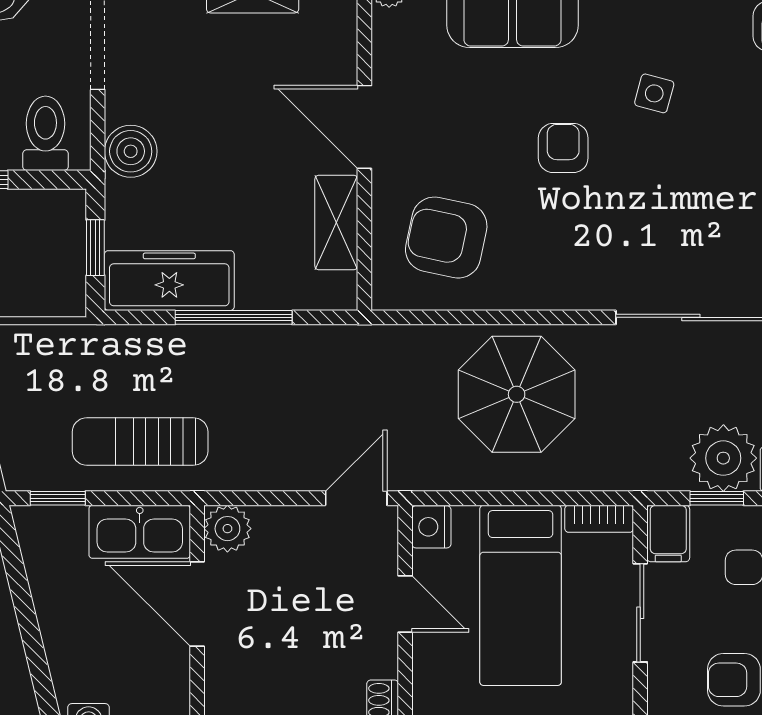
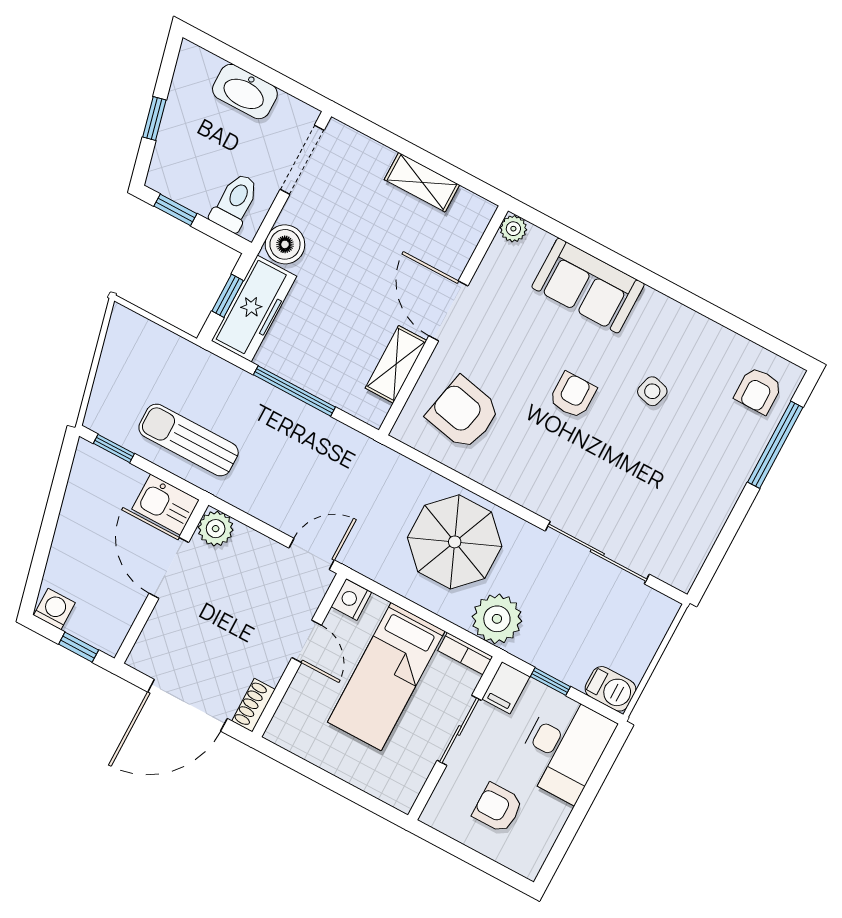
freezer: (169, 281) -> (254, 308), moved, turned 90
plant: (723, 458) -> (497, 619), moved
kitchen sink: (140, 532) -> (165, 505), width x0.73

